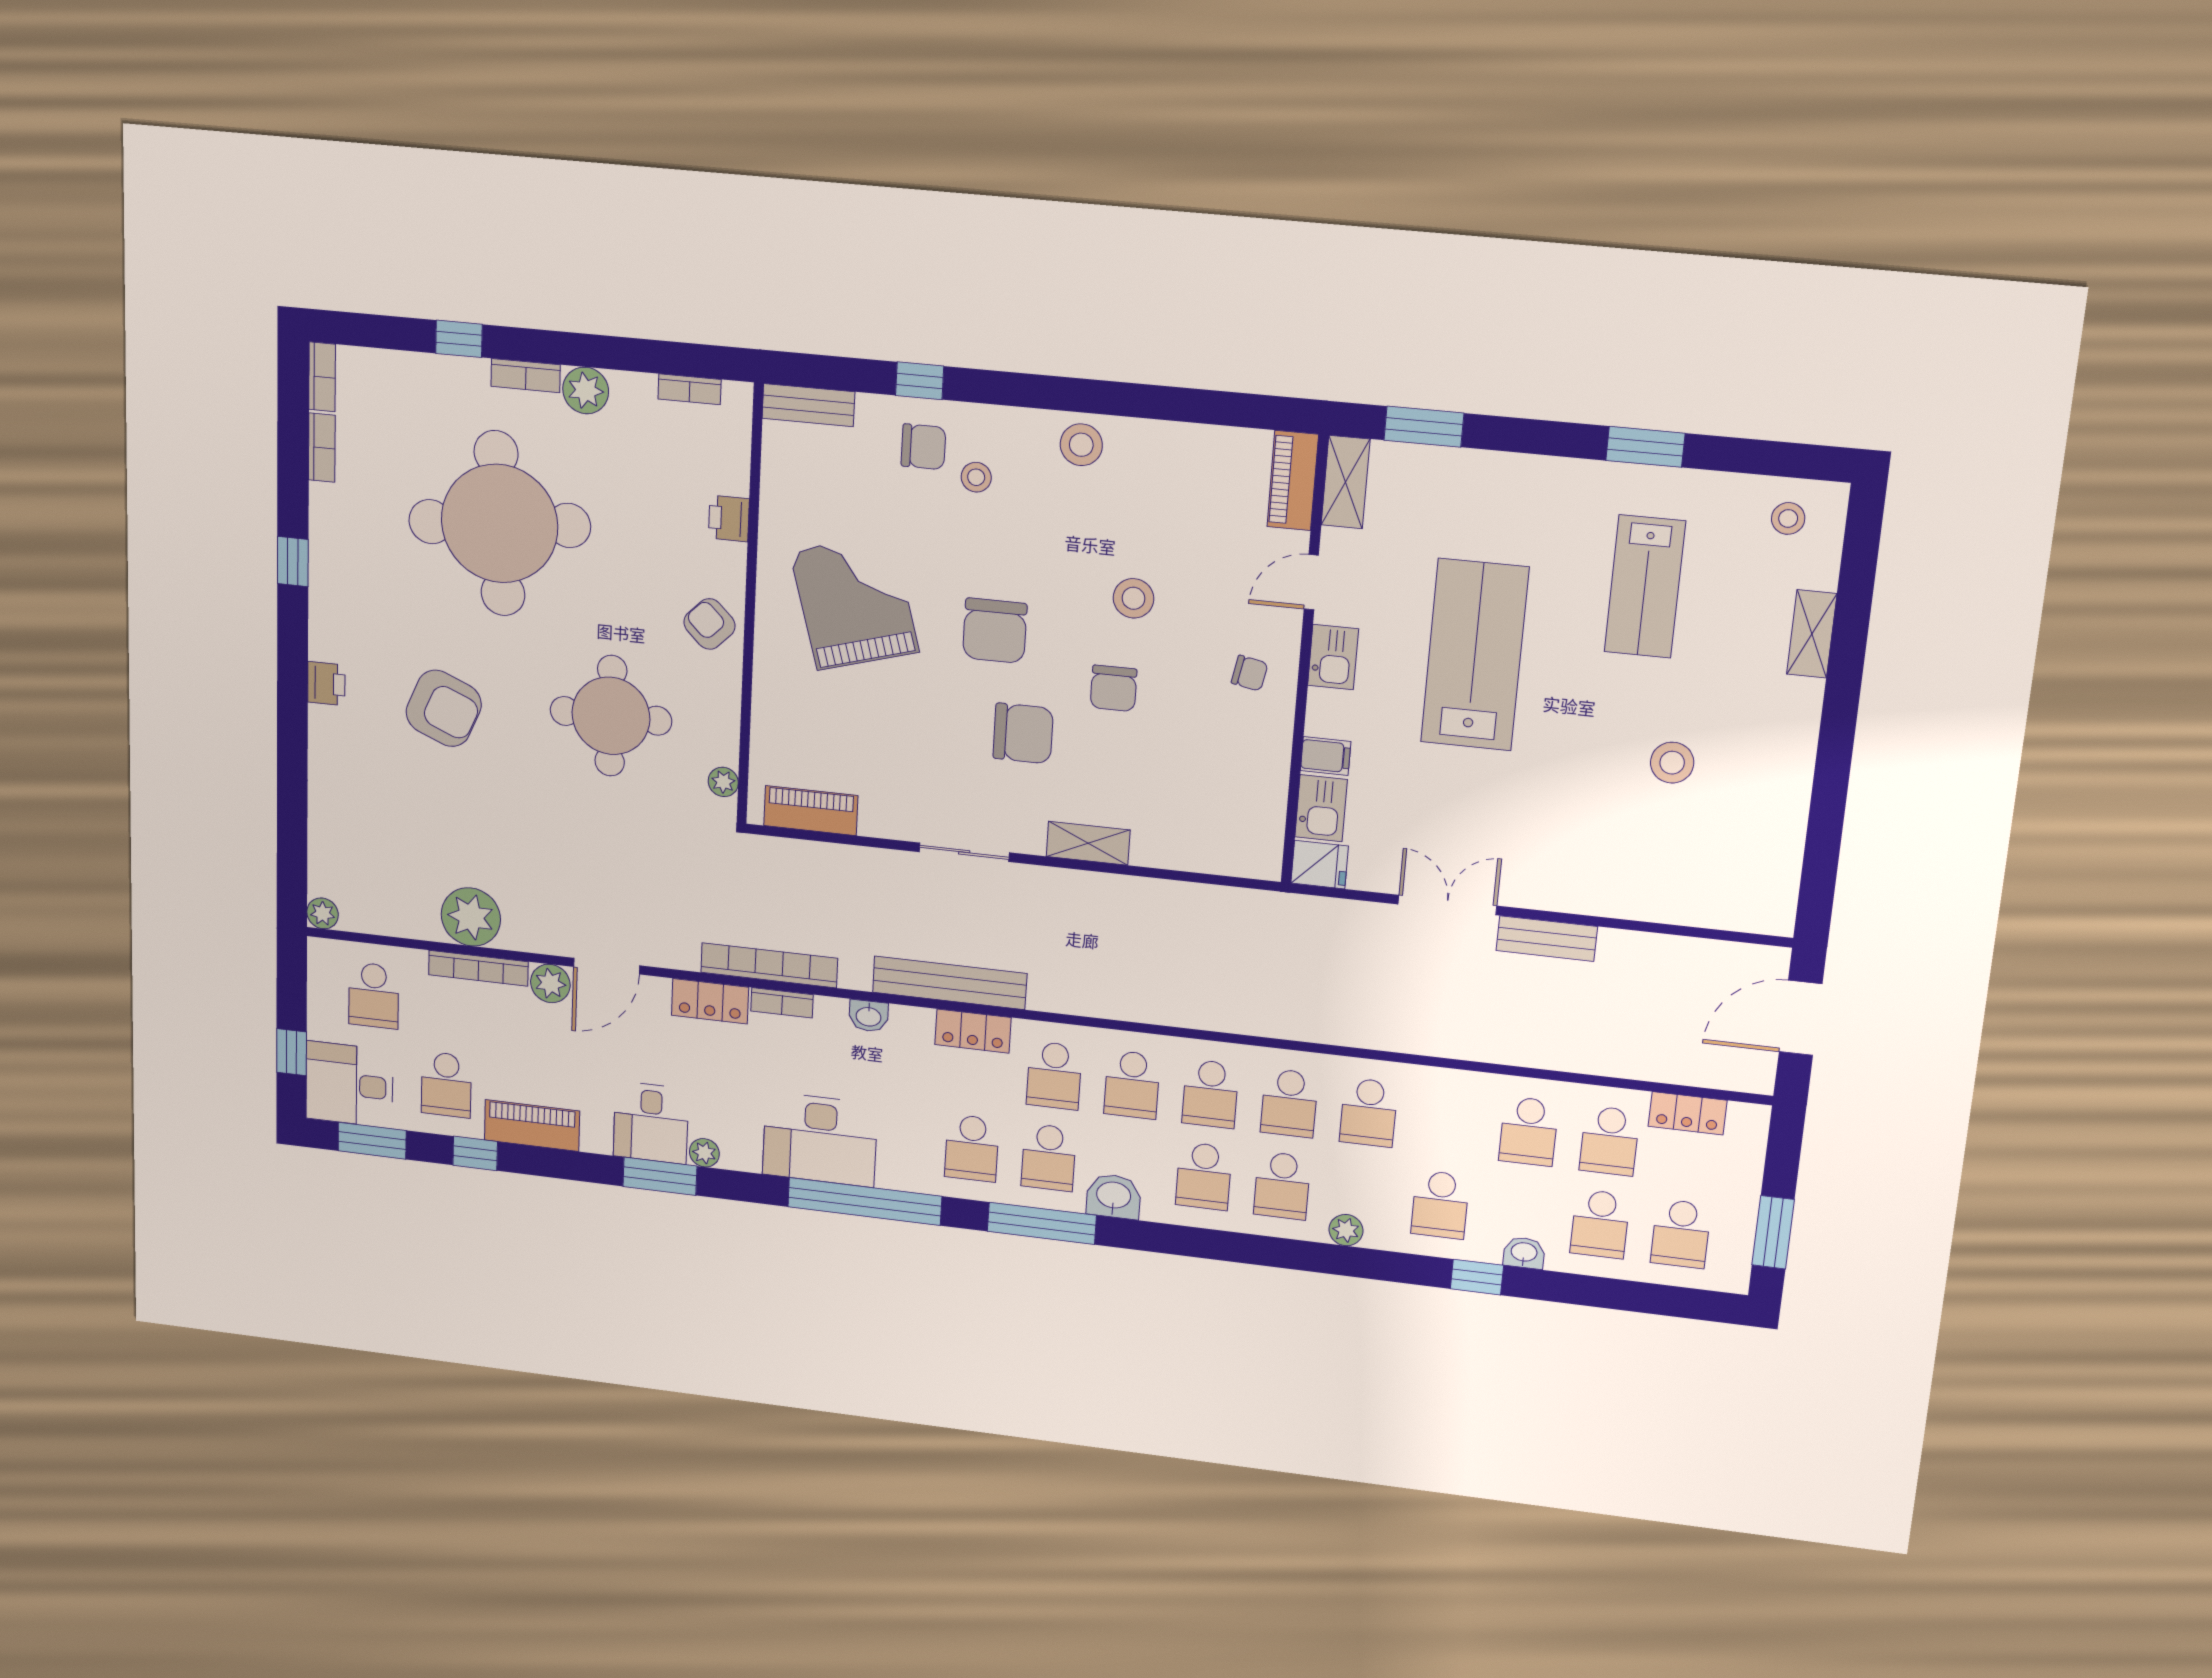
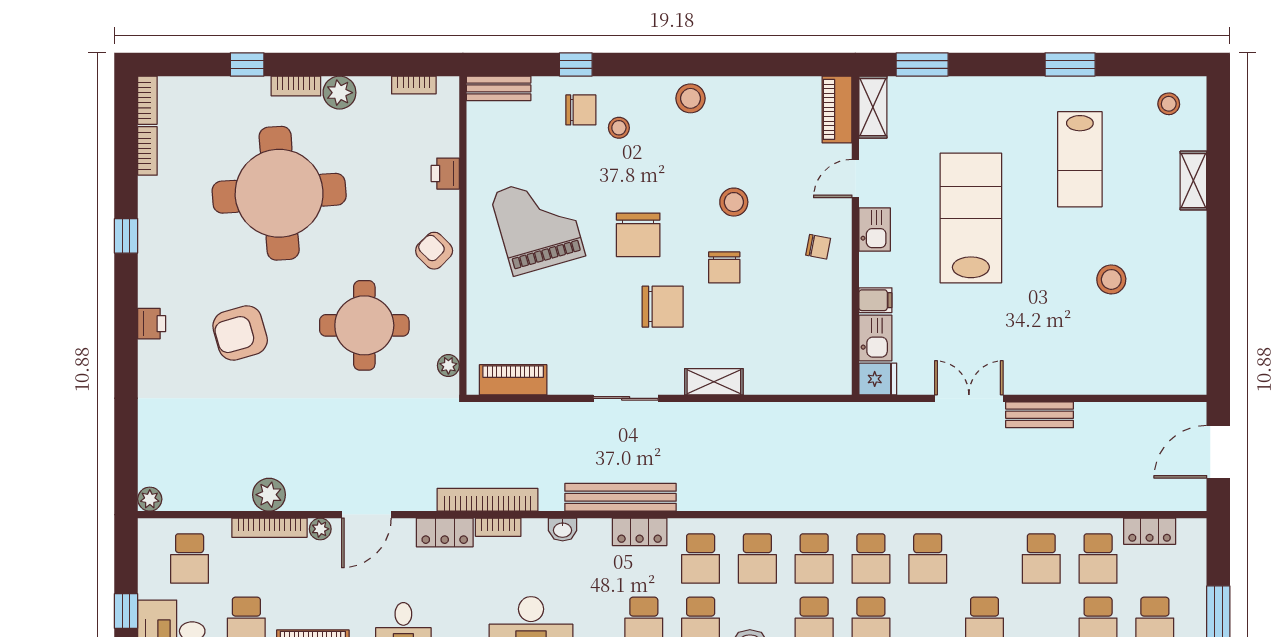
armchair: (444, 708) -> (240, 333), turned 141
plant: (471, 917) -> (269, 495), width x0.73, depth x0.73
plant: (550, 983) -> (320, 529), width x0.73, depth x0.73

